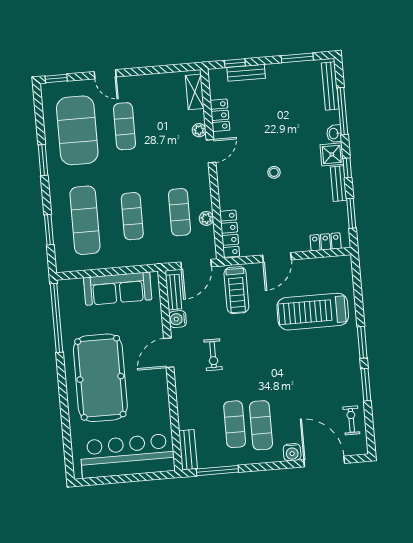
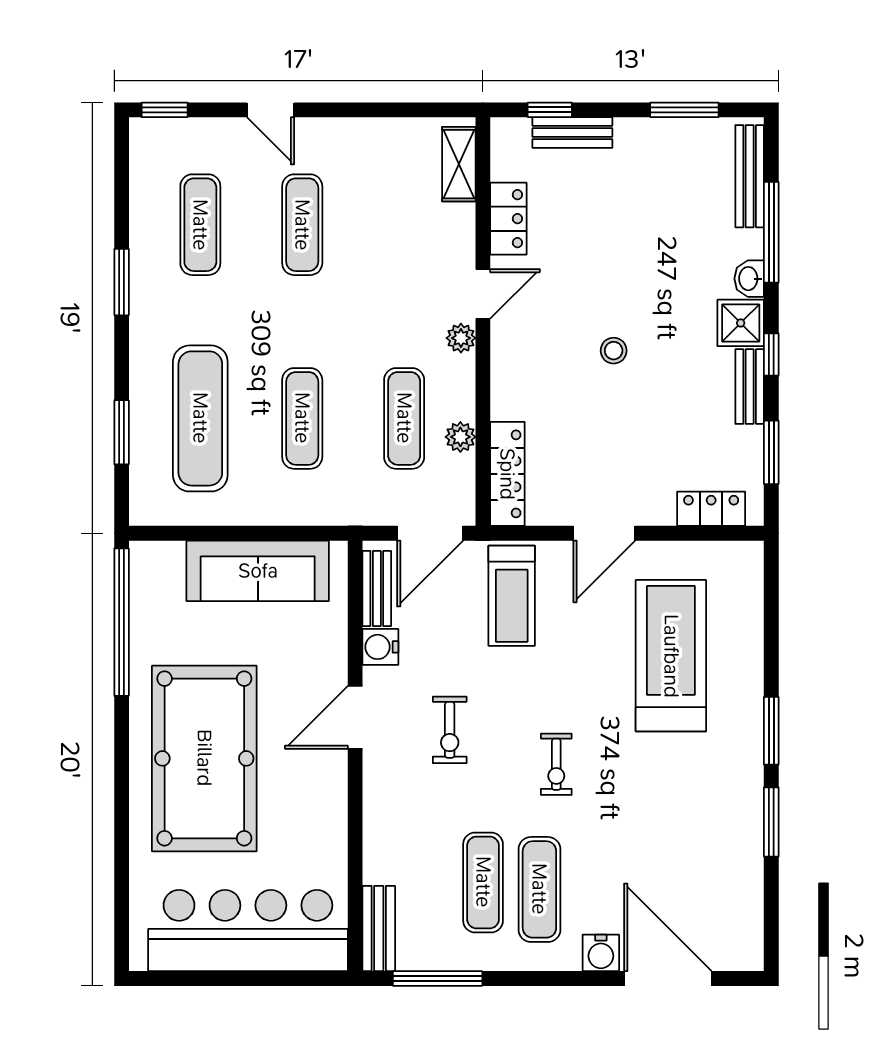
exercise mat: (77, 130) -> (200, 225), width x0.50, depth x0.69
plant: (199, 130) -> (461, 338), moved
treadmill: (313, 312) -> (671, 656), turned 90
exercise bike: (351, 420) -> (556, 764), moved, turned 180

